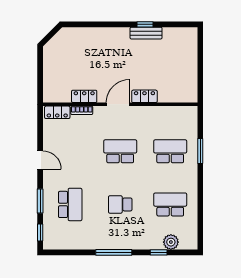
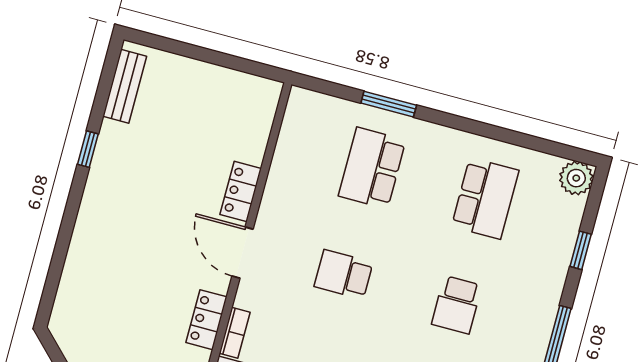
bench: (146, 33) -> (125, 86), moved
school desk: (120, 151) -> (344, 274), width x0.54
school desk: (170, 204) -> (485, 198), turned 180
plant: (171, 242) -> (576, 178), moved

